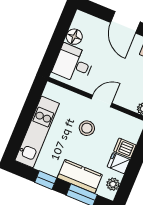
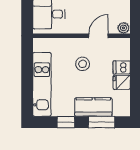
door: (102, 101) -> (98, 36), moved
plant: (113, 184) -> (124, 102), removed

